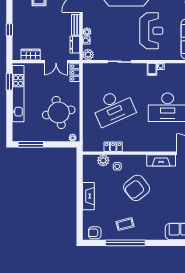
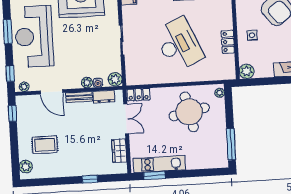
kitchen unit: (18, 94) -> (159, 164), width x0.73
plant: (103, 160) -> (247, 71), moved

